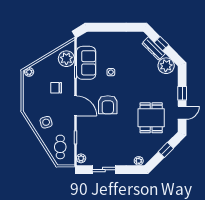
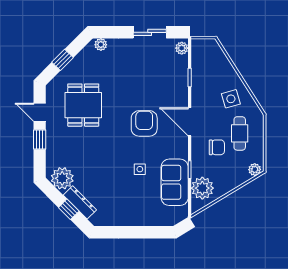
door: (182, 113) -> (40, 112), hinge flipped
cafe table: (60, 147) -> (240, 133), moved

